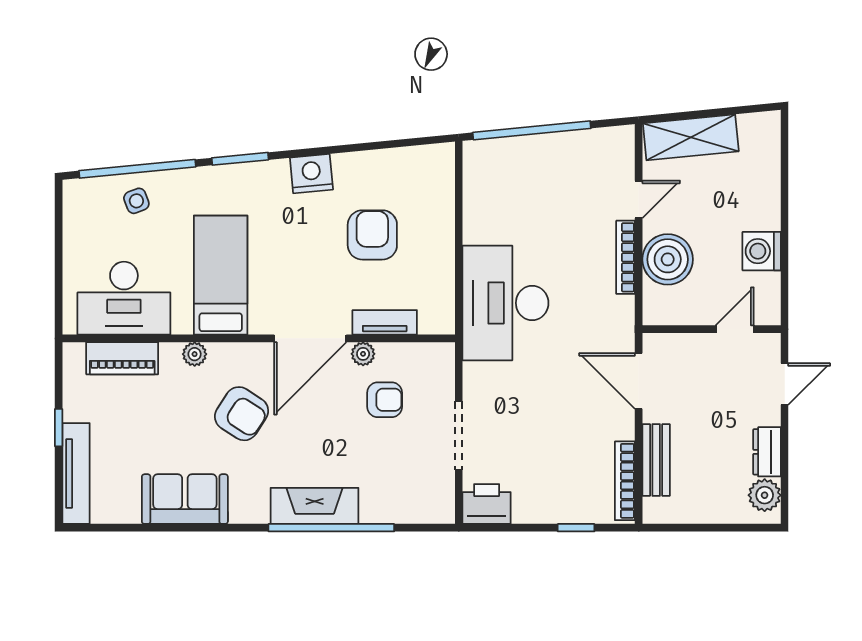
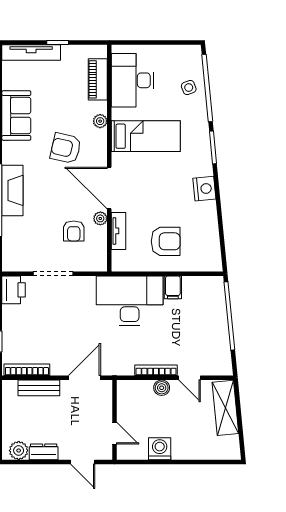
filing cabinet: (482, 228) -> (173, 287), added
armchair: (372, 235) -> (166, 241), moved
boiler: (668, 259) -> (162, 388), width x0.54, depth x0.54
armchair: (242, 414) -> (66, 148), turned 70

